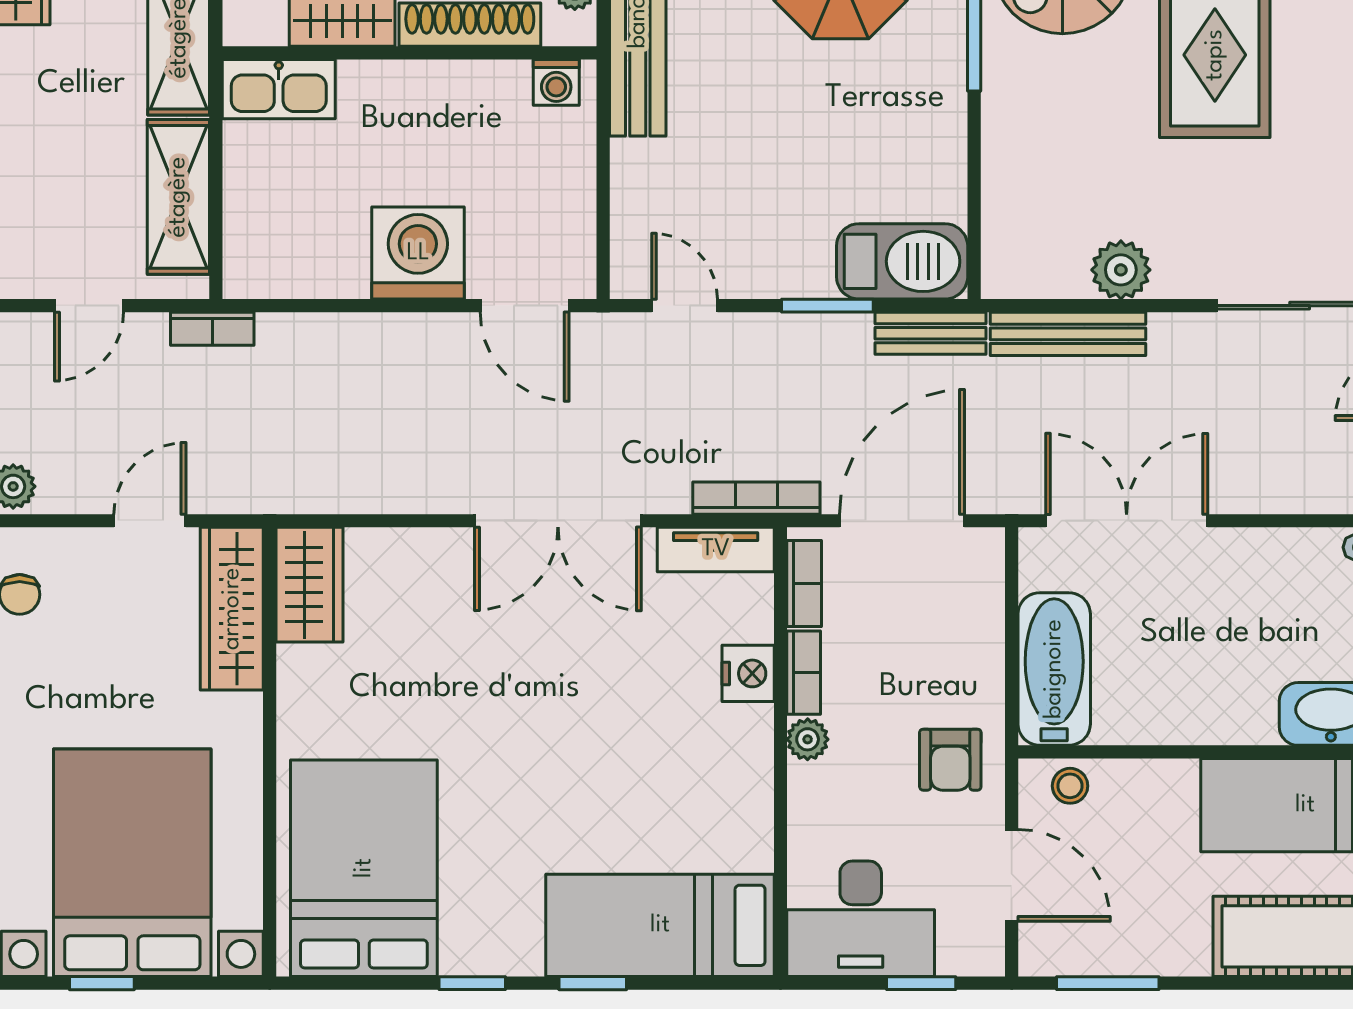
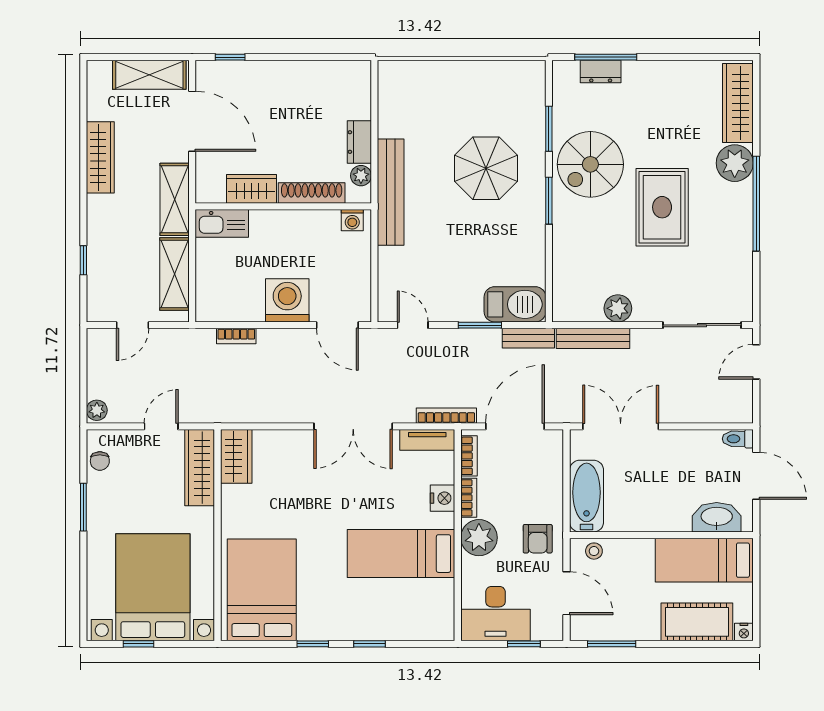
bookcase: (212, 329) -> (236, 336), moved
plant: (808, 739) -> (479, 538), width x1.88, depth x1.88
bed: (660, 925) -> (401, 554), moved

